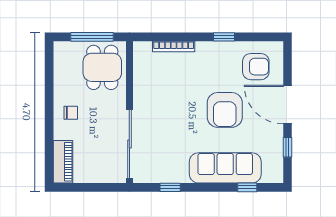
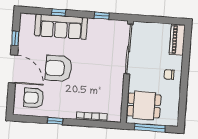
dining table: (102, 67) -> (144, 105), turned 90
armchair: (225, 110) -> (58, 68), turned -90
window: (247, 187) -> (59, 12), moved

